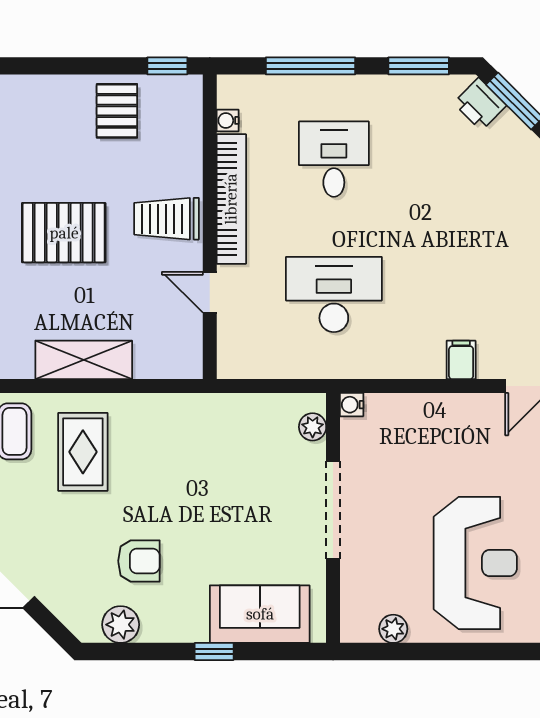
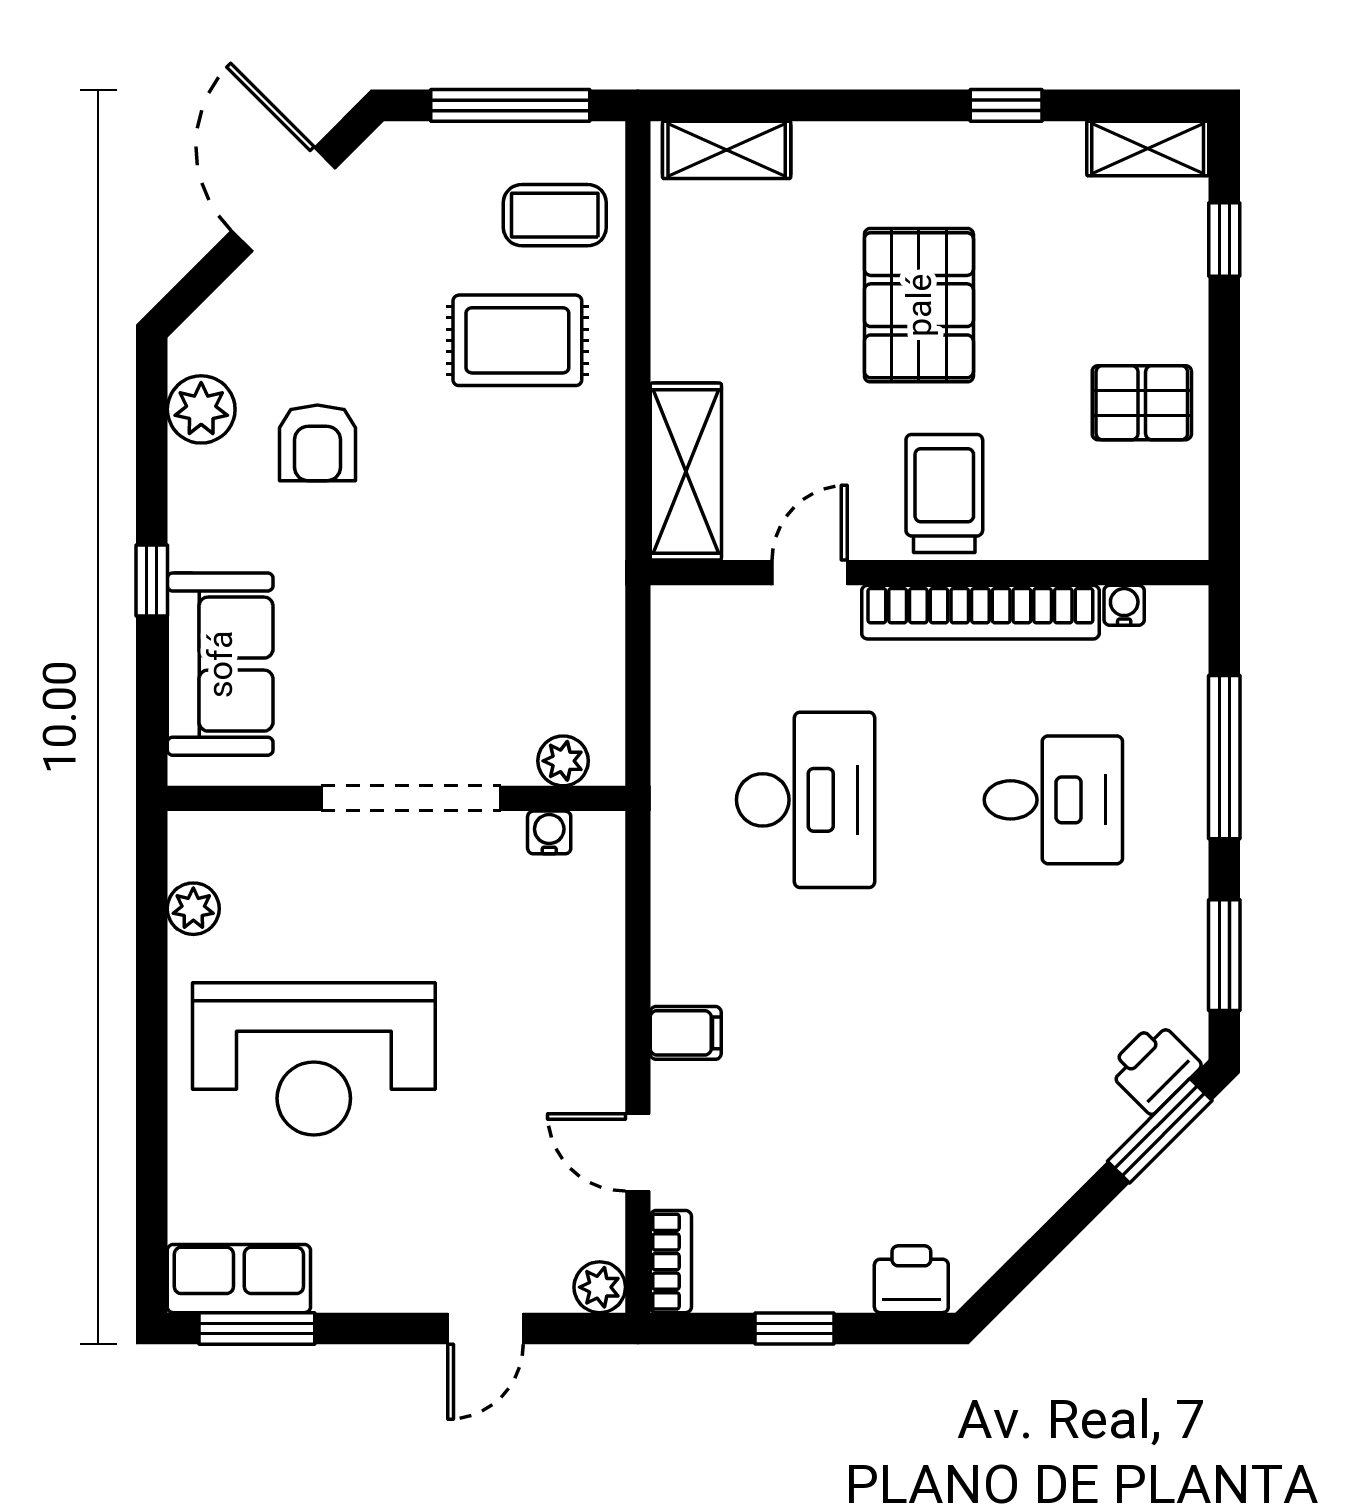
window: (167, 66) -> (1224, 239), moved
shelving: (84, 360) -> (686, 471), moved
water cooler: (352, 405) -> (549, 832), moved

